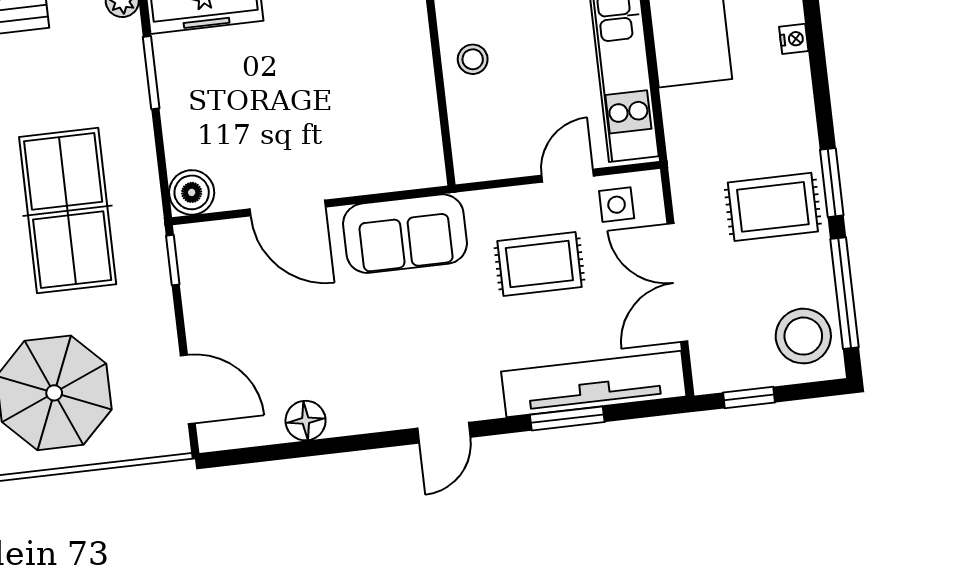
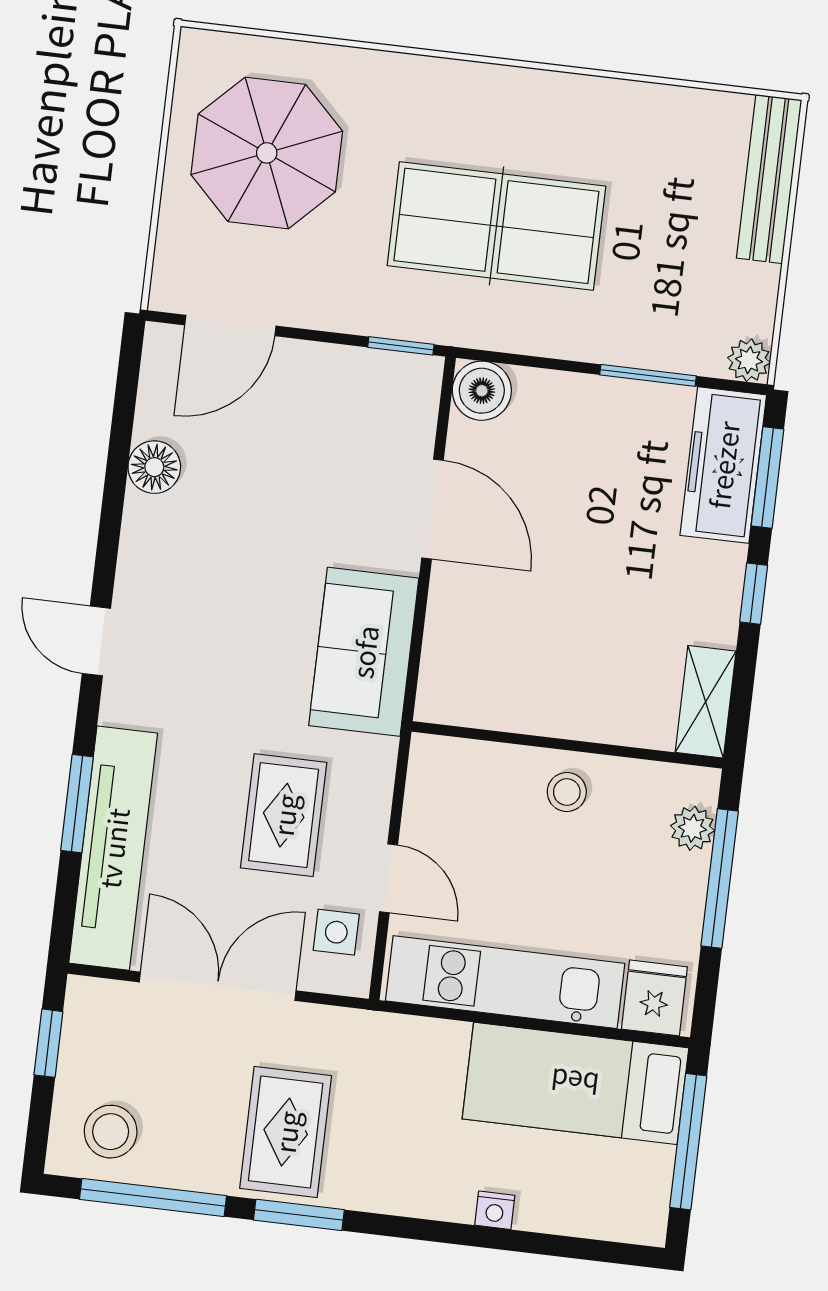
door: (288, 208) -> (433, 509), swing flipped
stool: (803, 336) -> (111, 1132), width x0.73, depth x0.73

